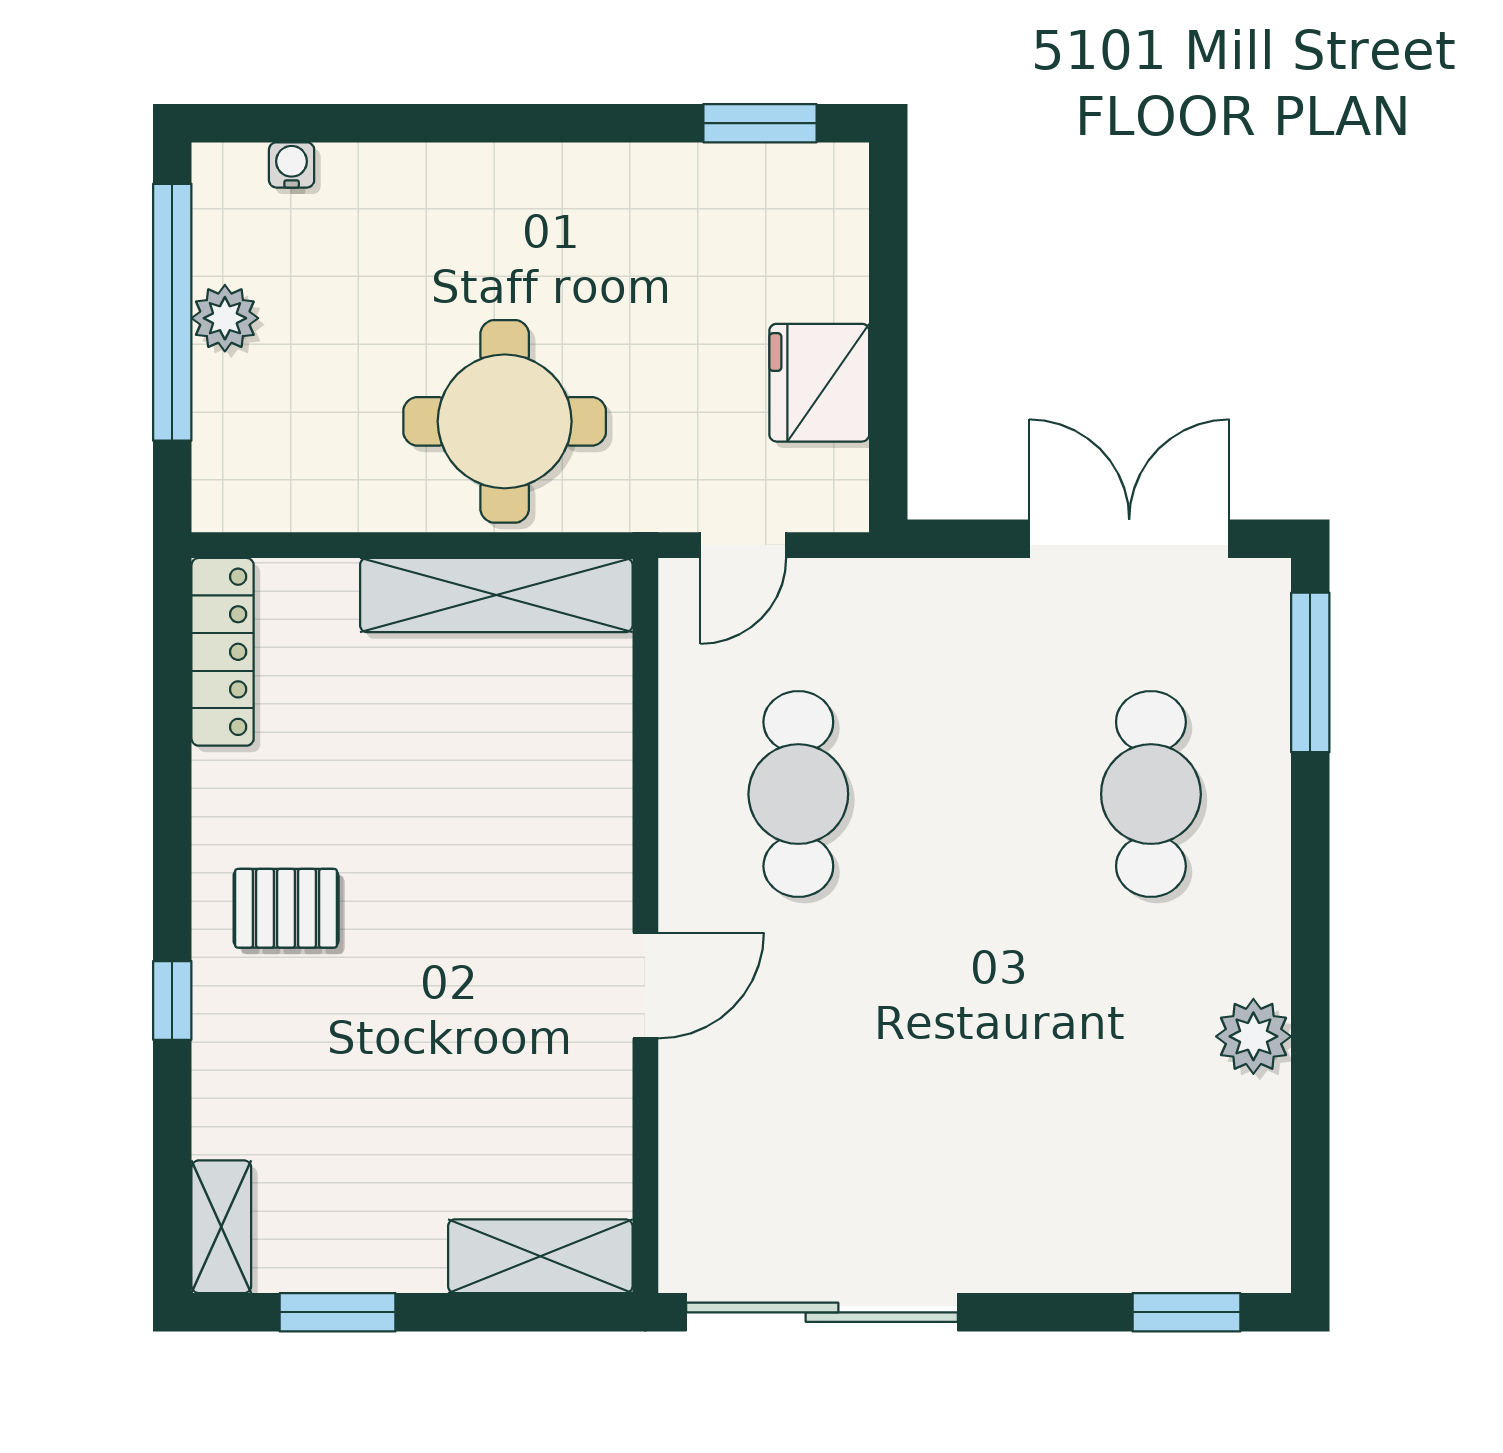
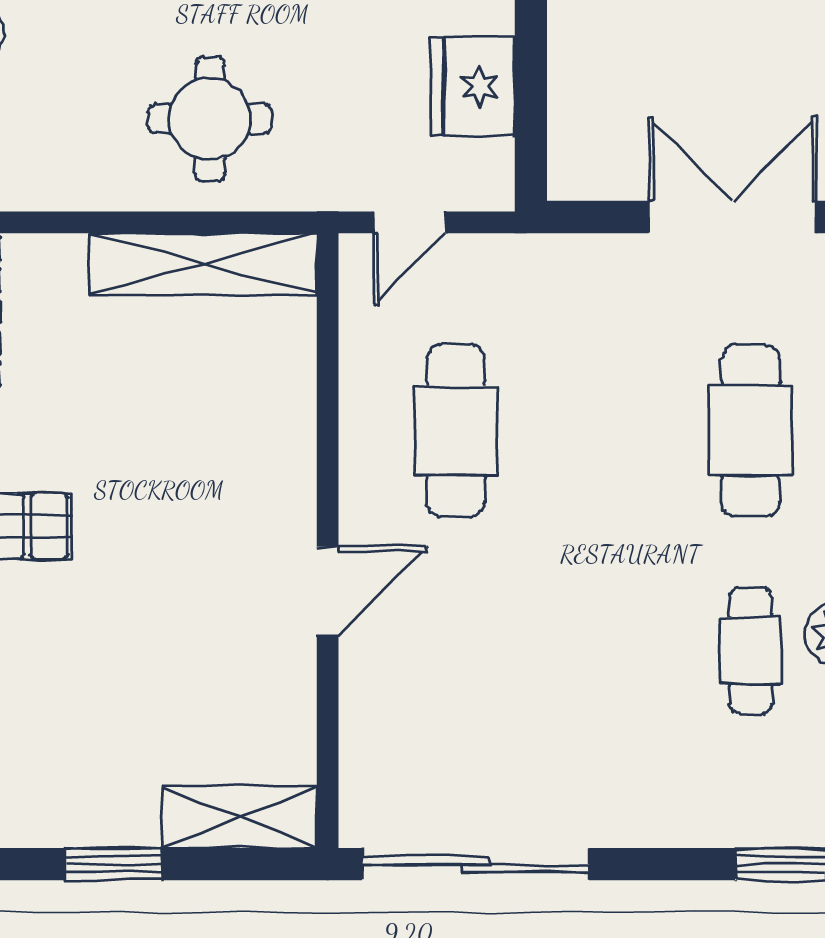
round table: (505, 421) -> (210, 119), width x0.73, depth x0.73
cafe table: (1151, 1057) -> (751, 651), added
window: (338, 1312) -> (114, 864), moved

